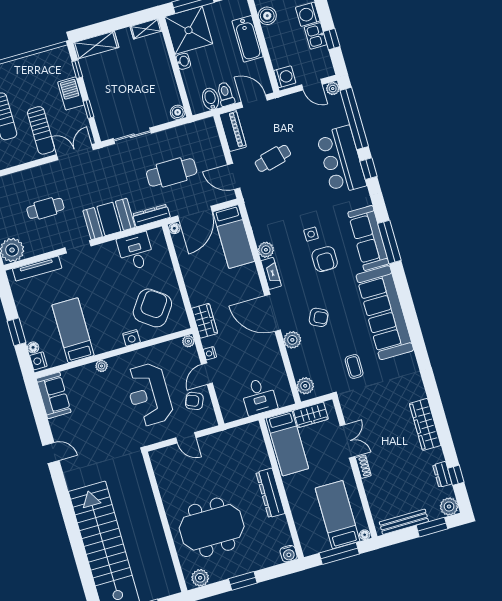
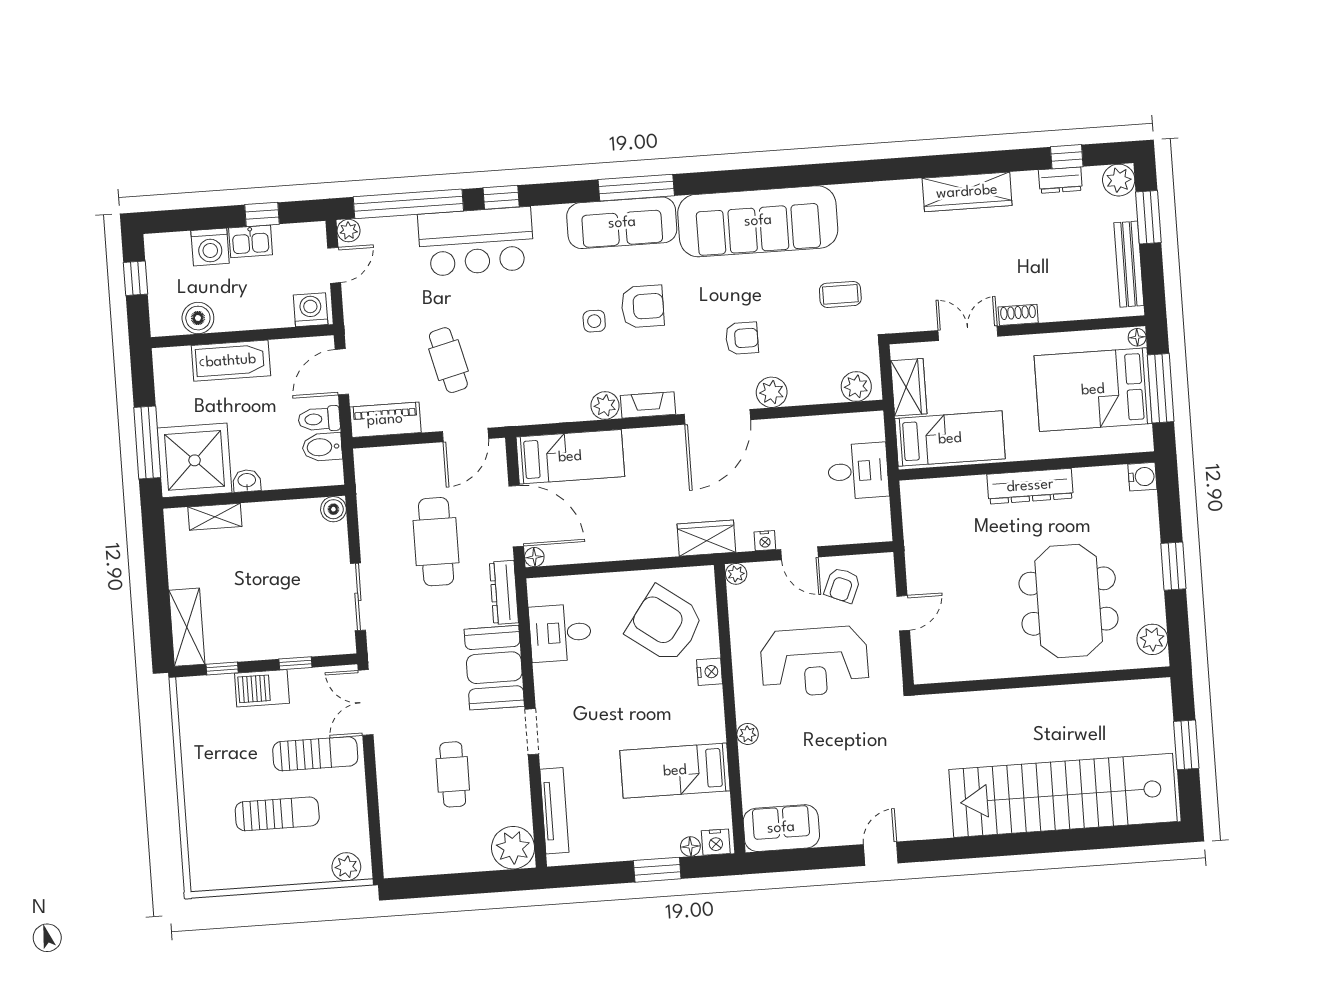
shelving: (146, 29) -> (215, 517), moved, turned 90
armchair: (319, 317) -> (742, 338), turned 64
bed: (338, 515) -> (1093, 390), width x1.50

